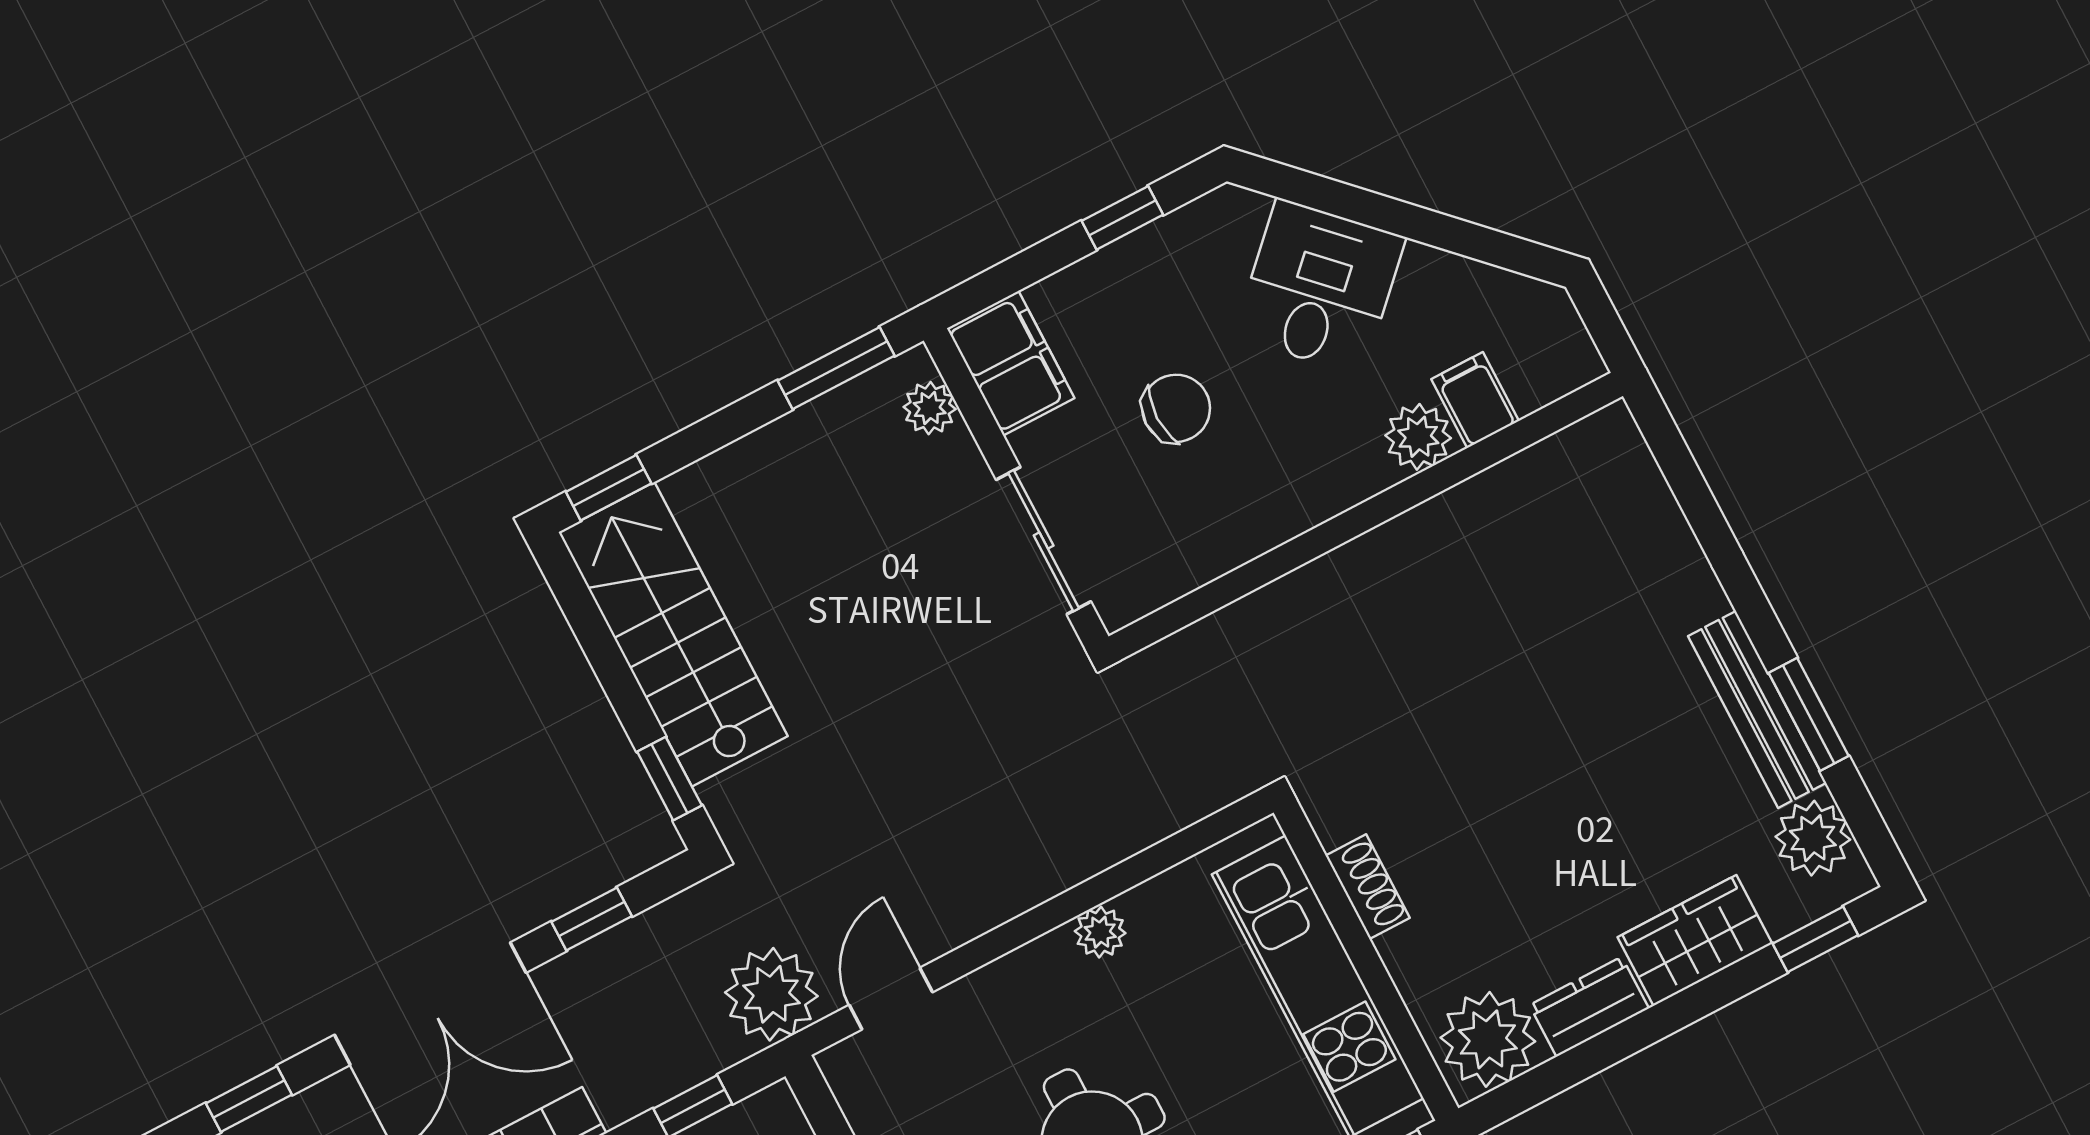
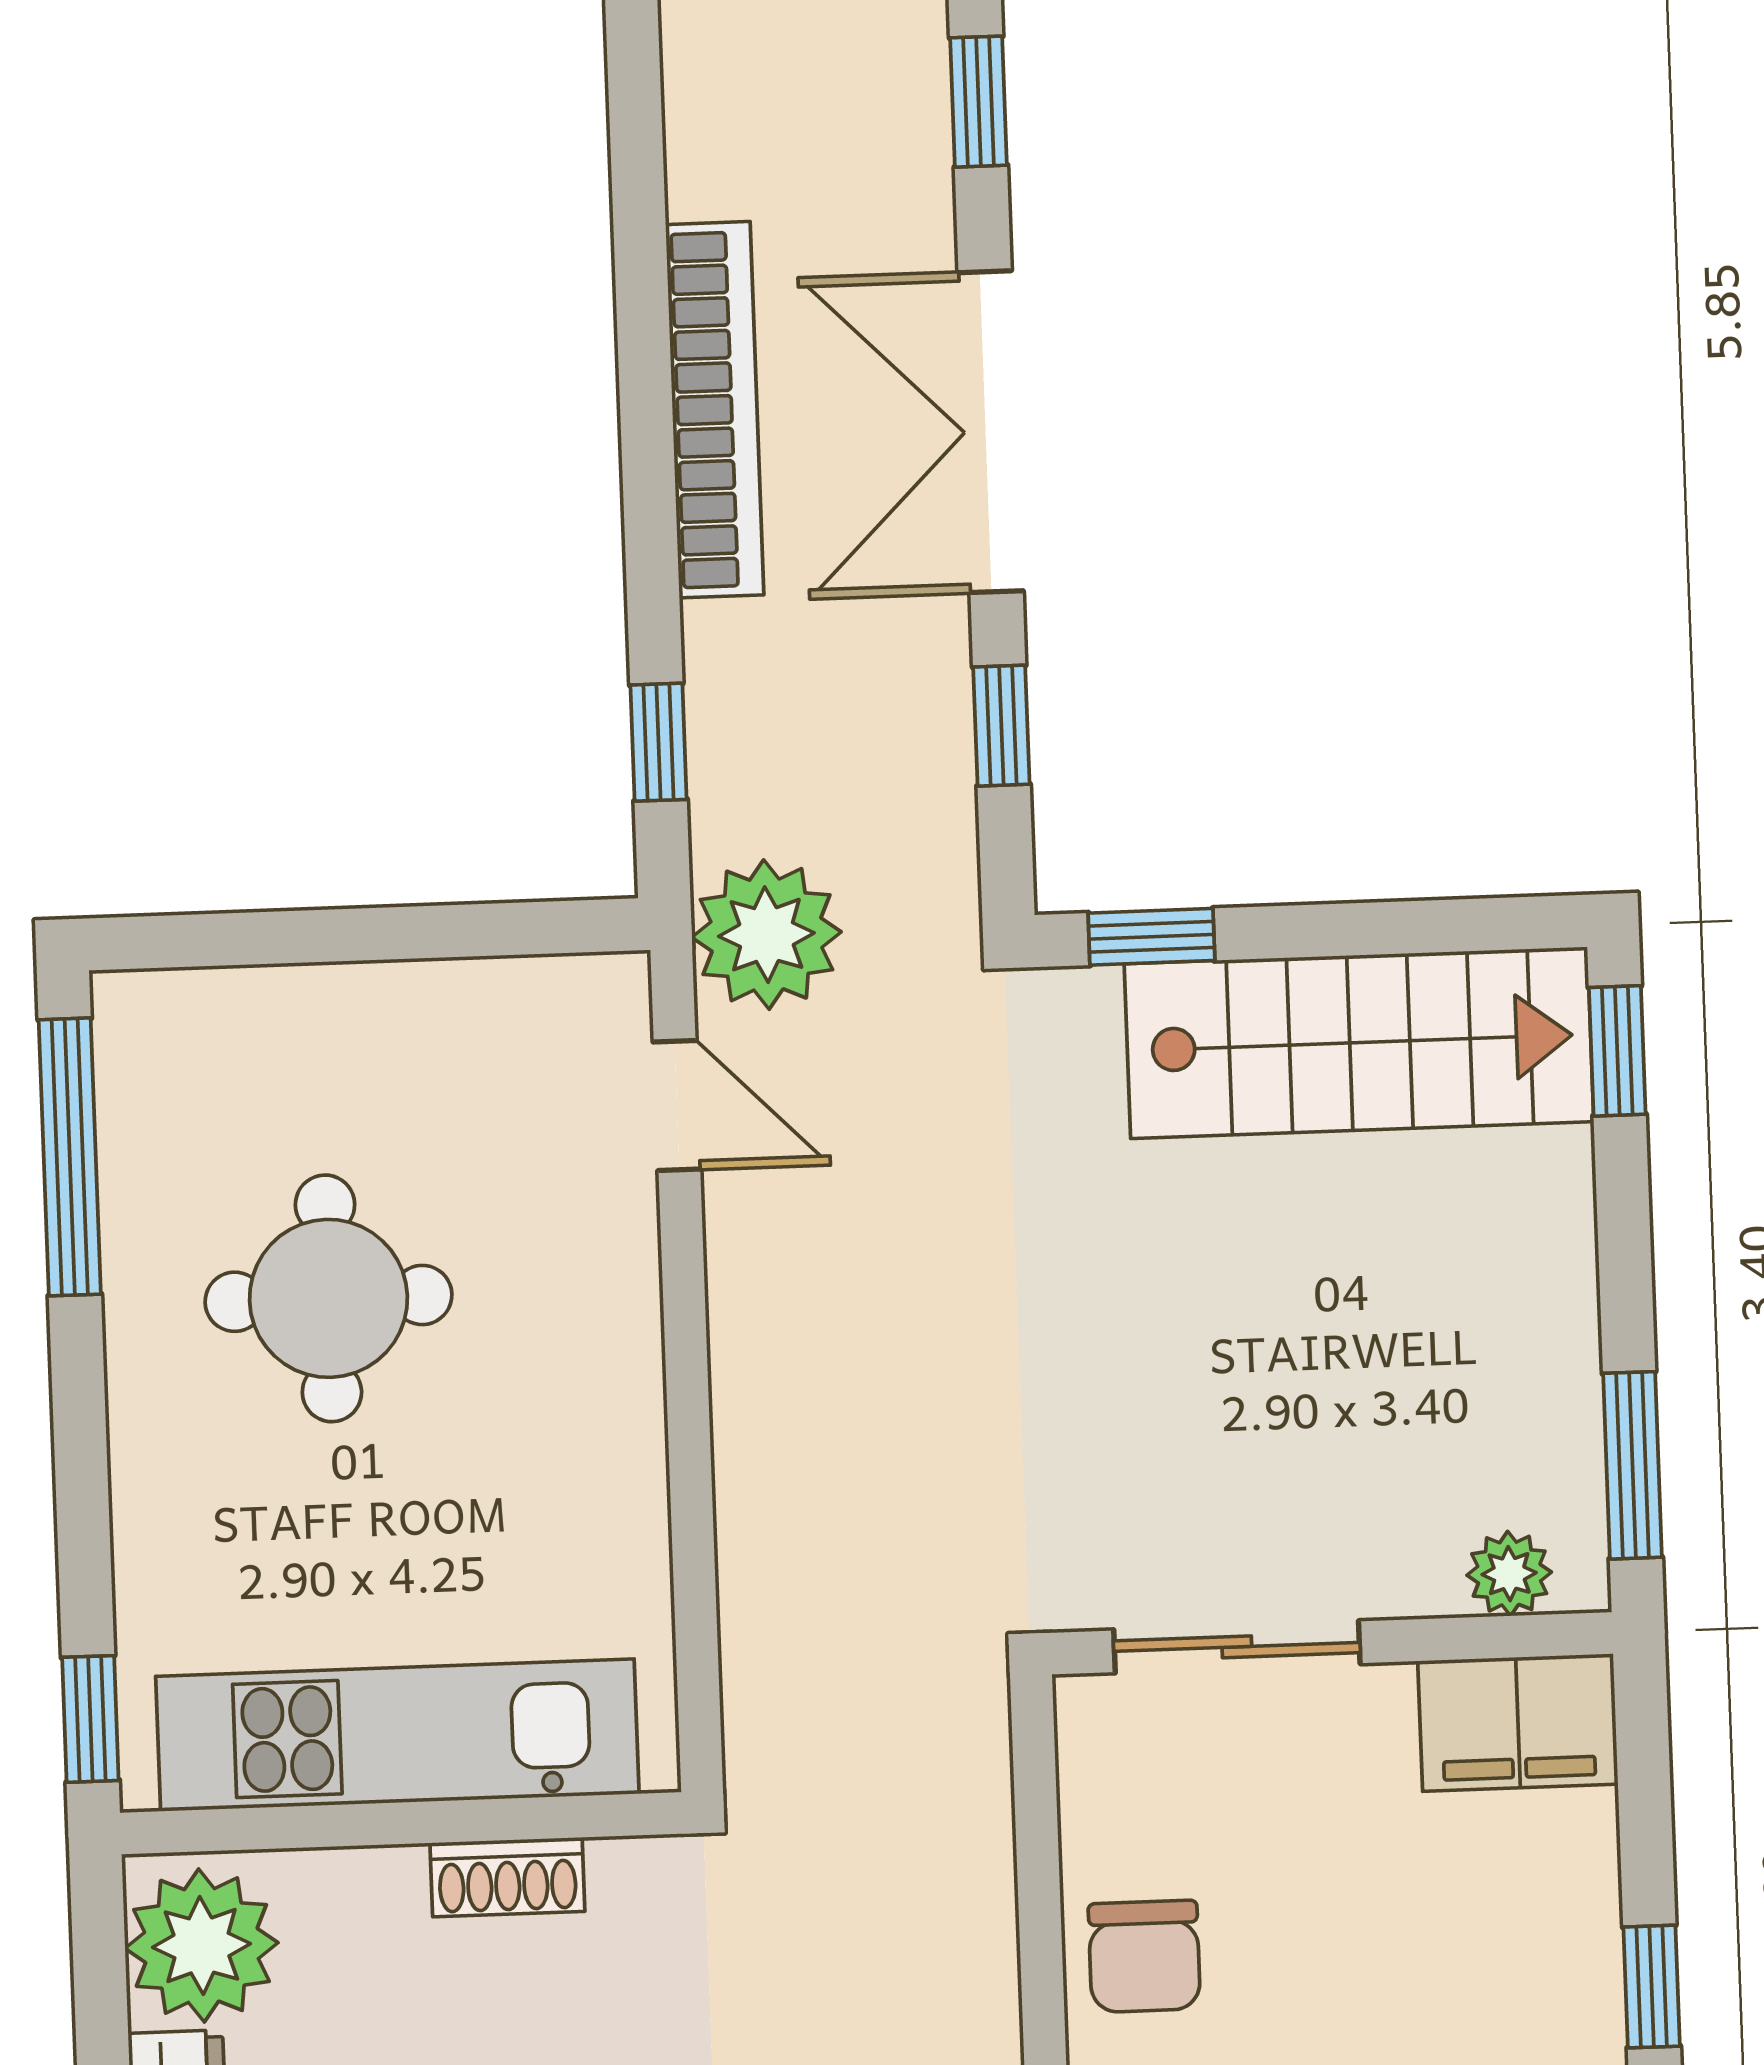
chair: (1176, 408) -> (1144, 1956), moved
plant: (1100, 932) -> (628, 1456), removed

